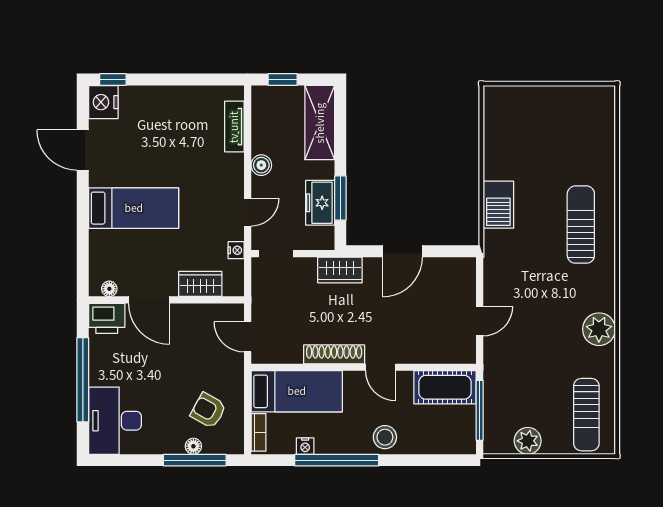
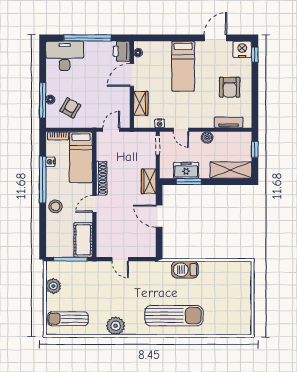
armchair: (171, 125) -> (230, 87), added
sun lounger: (581, 225) -> (174, 316), width x1.36, depth x1.34

